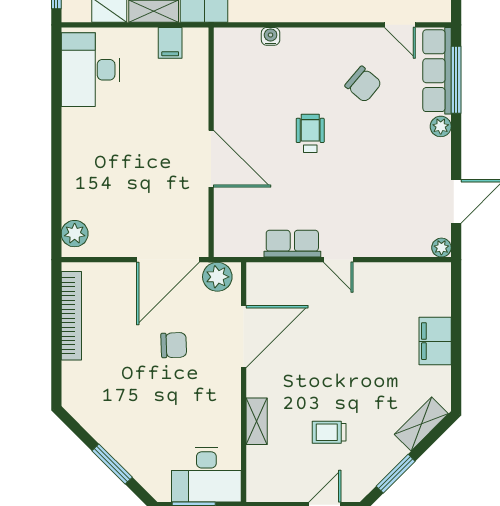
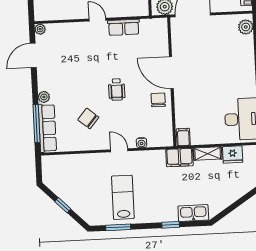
door: (400, 25) -> (119, 150), moved
filing cabinet: (170, 43) -> (183, 137), moved
chair: (237, 111) -> (158, 100), added

